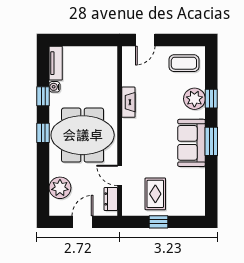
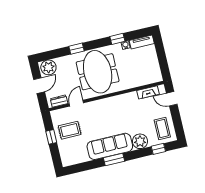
window: (211, 99) -> (158, 149), moved
fireplace: (128, 102) -> (148, 92), moved
window: (43, 133) -> (77, 49), moved
sofa: (192, 143) -> (110, 146), width x1.36
plant: (60, 188) -> (48, 67), moved
door: (82, 222) -> (39, 86), hinge flipped

